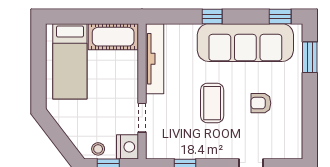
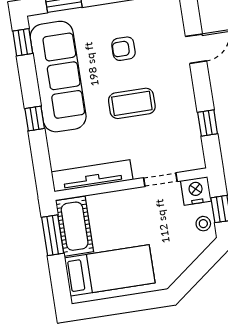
window: (108, 16) -> (53, 235), added
armchair: (261, 103) -> (123, 49), turned 90

